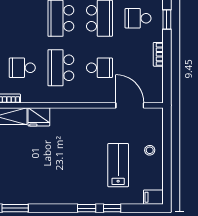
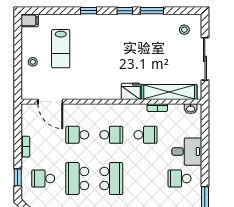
school desk: (138, 18) -> (43, 179), turned 180
school desk: (61, 68) -> (111, 135), width x0.54
window: (112, 208) -> (125, 11), moved

